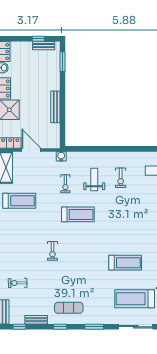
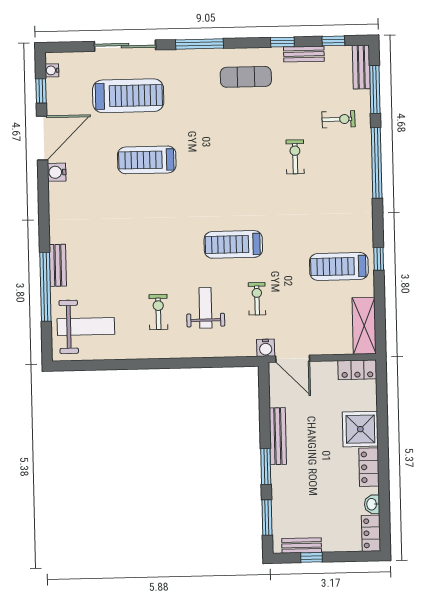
window: (63, 90) -> (266, 466), added
door: (31, 150) -> (293, 359), moved
weight bench: (94, 179) -> (205, 308), turned 180
exercise bike: (52, 251) -> (295, 157), moved
window: (60, 327) -> (282, 42), moved
window: (94, 327) -> (200, 44), width x1.44

